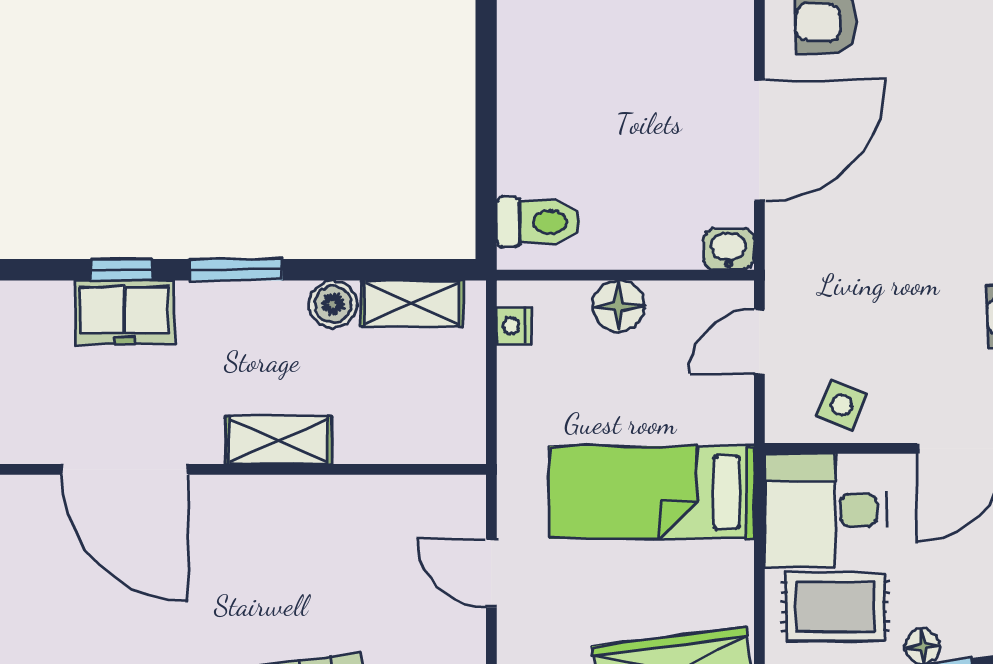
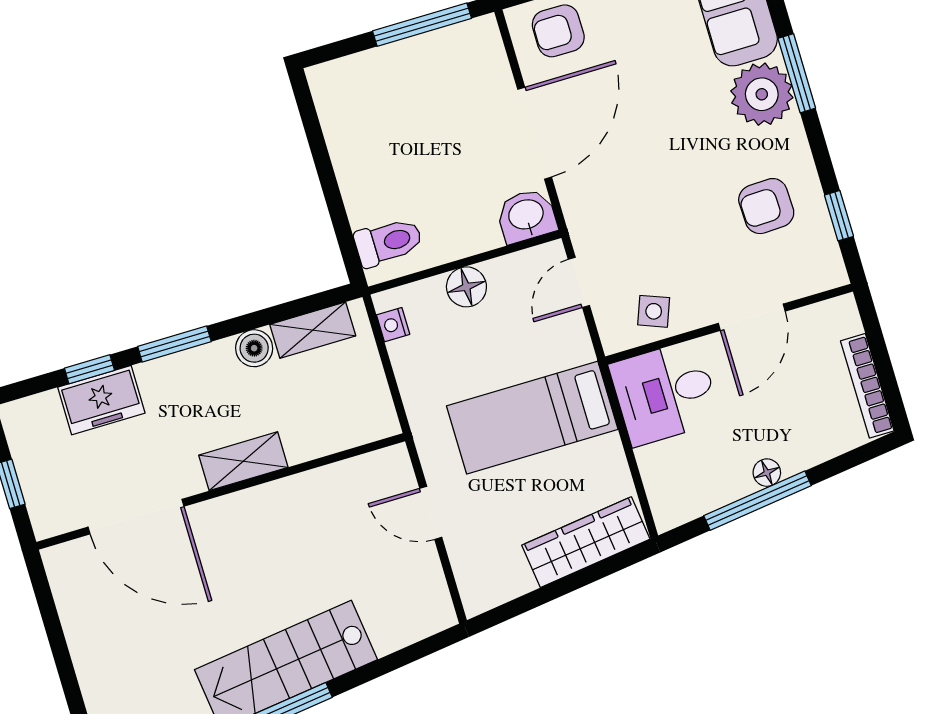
washbasin: (729, 249) -> (526, 216), width x1.38, depth x1.45
rug: (835, 607) -> (693, 462), removed

